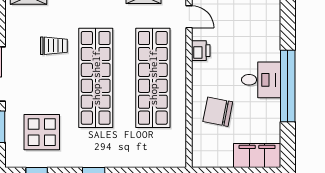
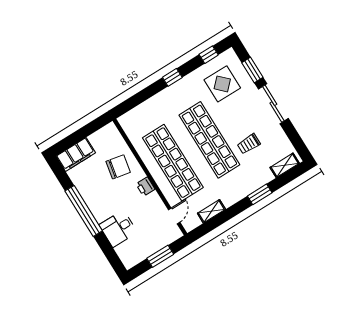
door: (189, 17) -> (174, 216), swing flipped
printer: (201, 51) -> (145, 187), moved
desk: (261, 80) -> (118, 229), moved

